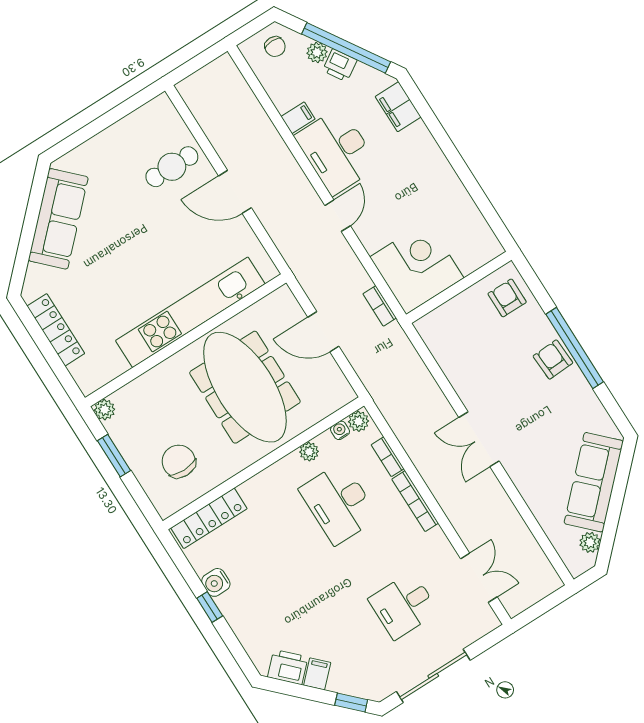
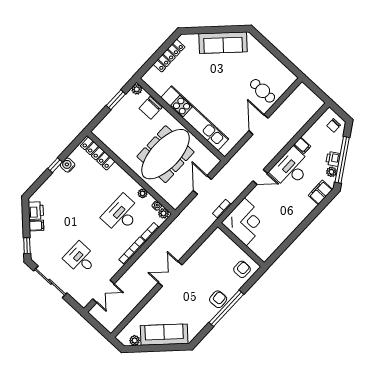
plant: (317, 52) -> (332, 172), moved
chair: (179, 461) -> (151, 108), moved, turned 180

